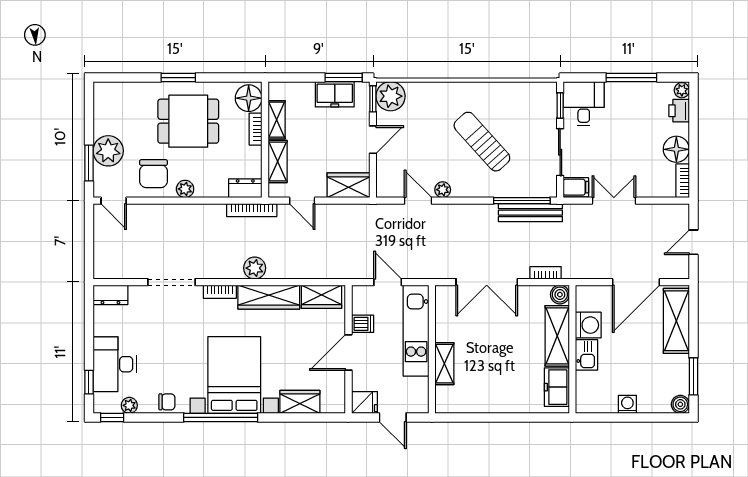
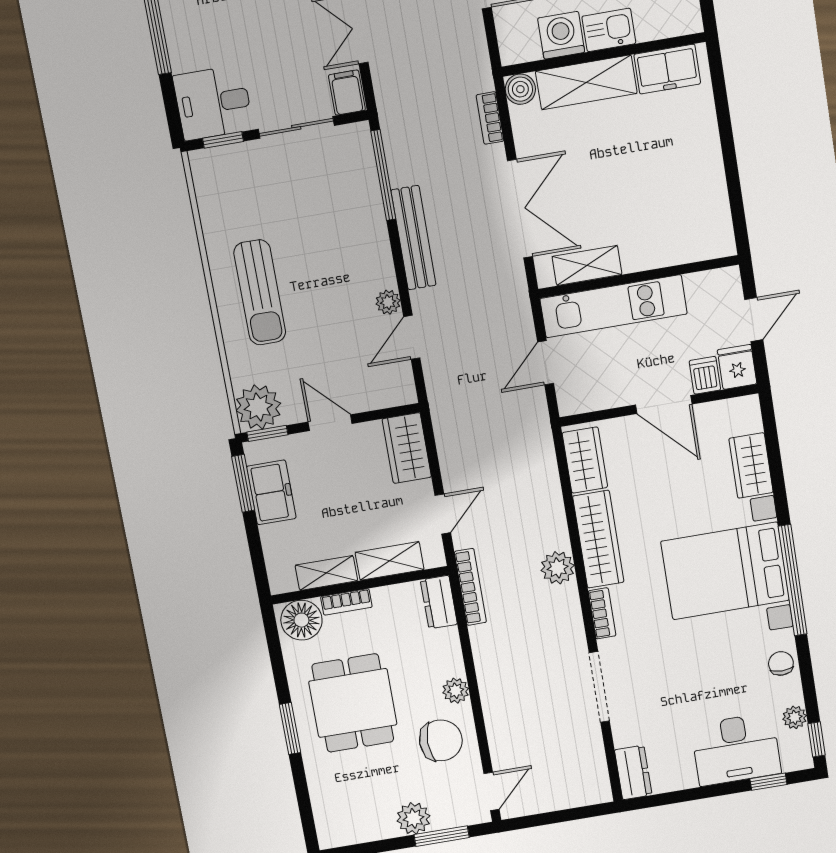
sun lounger: (482, 142) -> (260, 292), moved, turned -48
plant: (108, 151) -> (413, 818), width x0.73, depth x0.73
bench: (530, 213) -> (413, 238), moved
dishwasher: (363, 324) -> (705, 375), moved
shelving: (444, 364) -> (587, 265), moved

